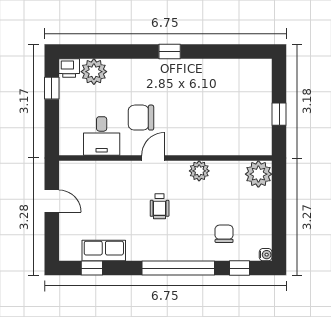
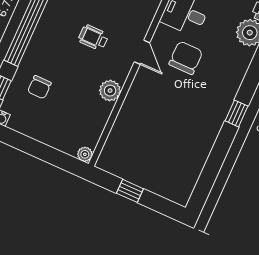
plant: (258, 174) -> (85, 154), width x0.53, depth x0.53
chair: (224, 234) -> (39, 87), turned 90

